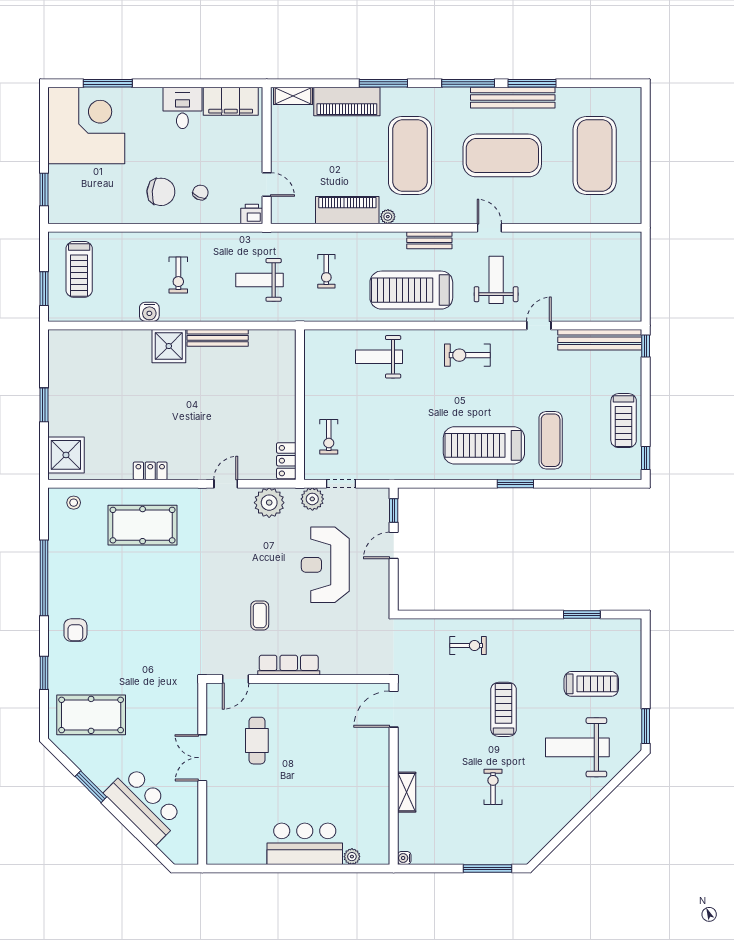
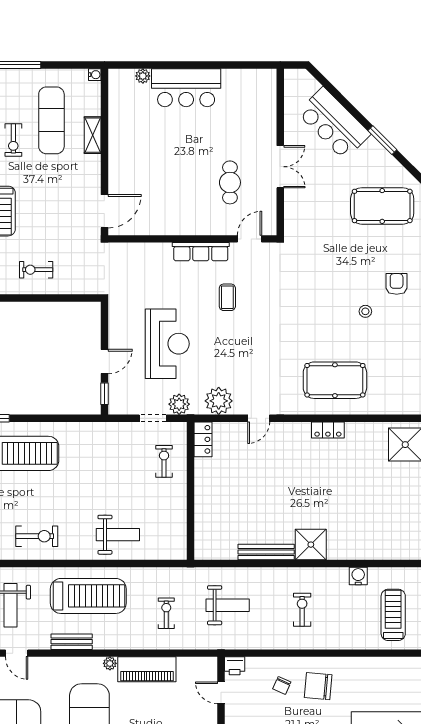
water cooler: (149, 312) -> (358, 576), moved
stool: (74, 503) -> (365, 311), moved
exercise mat: (451, 808) -> (51, 120), added

